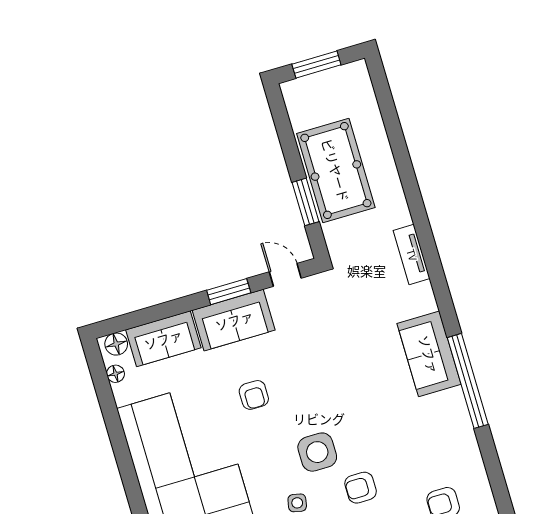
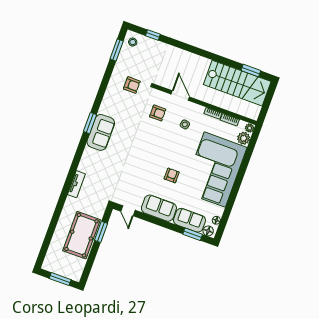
window: (229, 292) -> (193, 234), moved
sofa: (429, 354) -> (101, 132), moved
window: (468, 381) -> (90, 123), width x0.47
side table: (317, 452) -> (164, 138), removed

